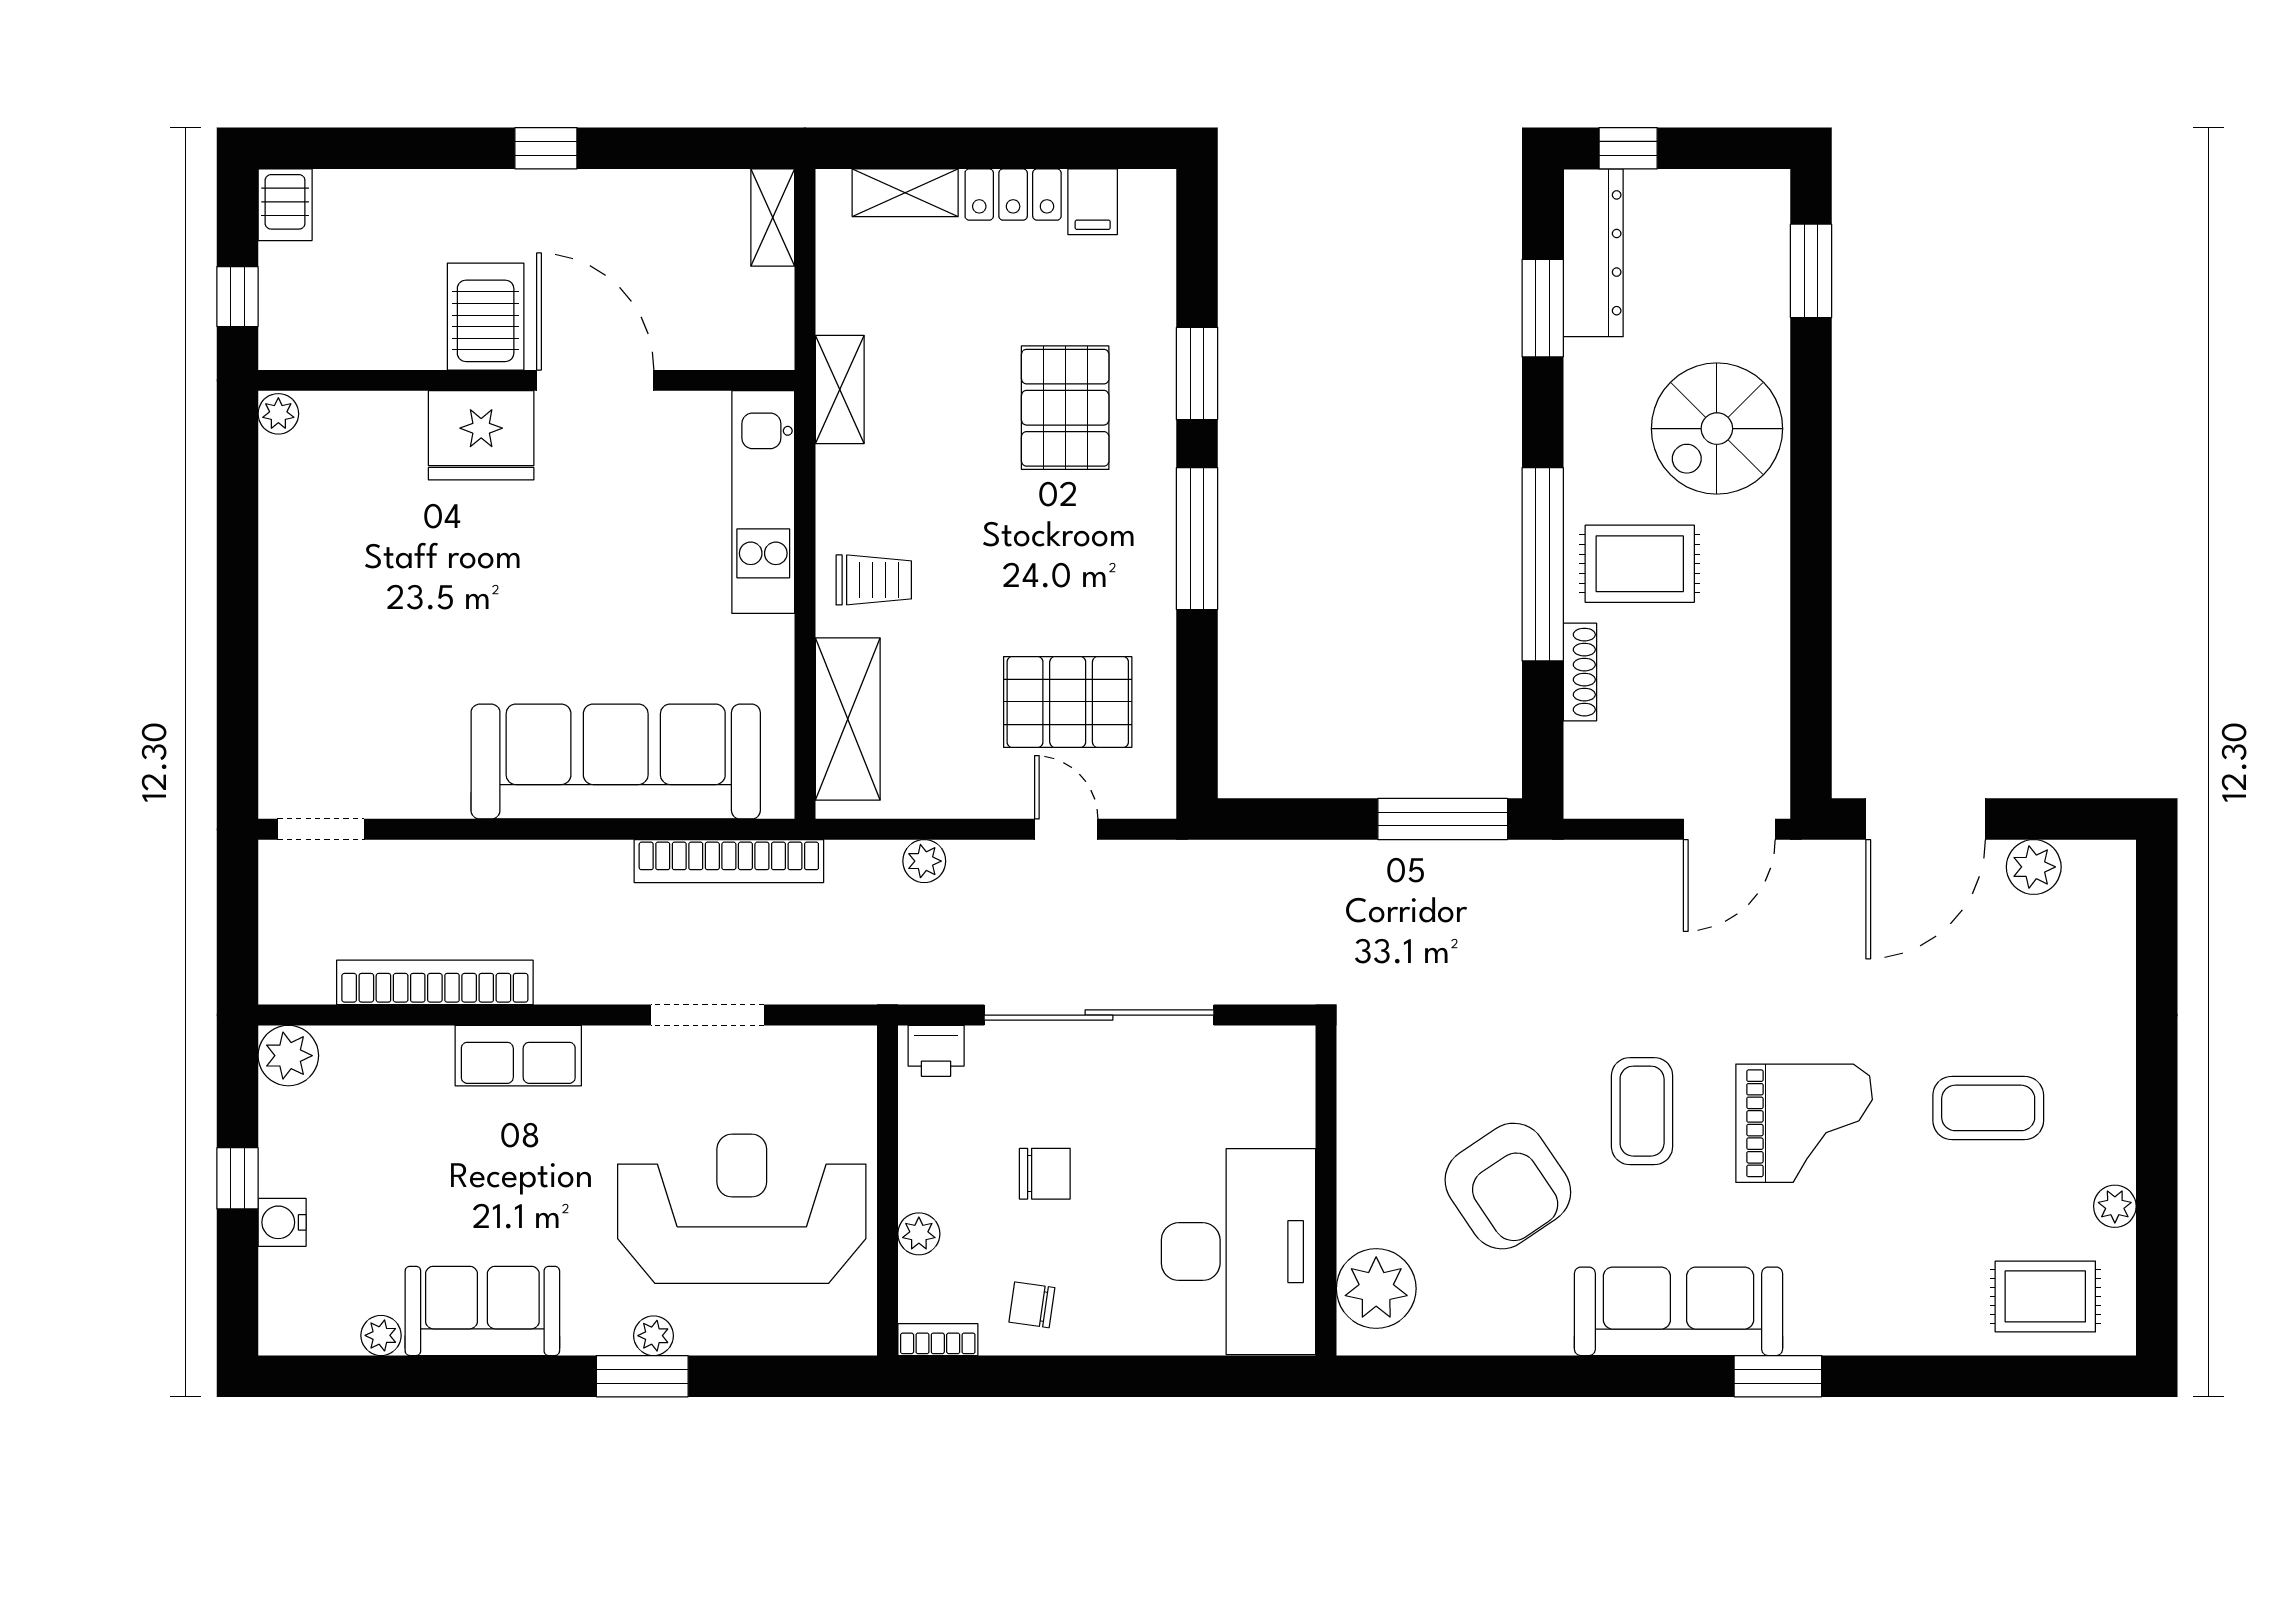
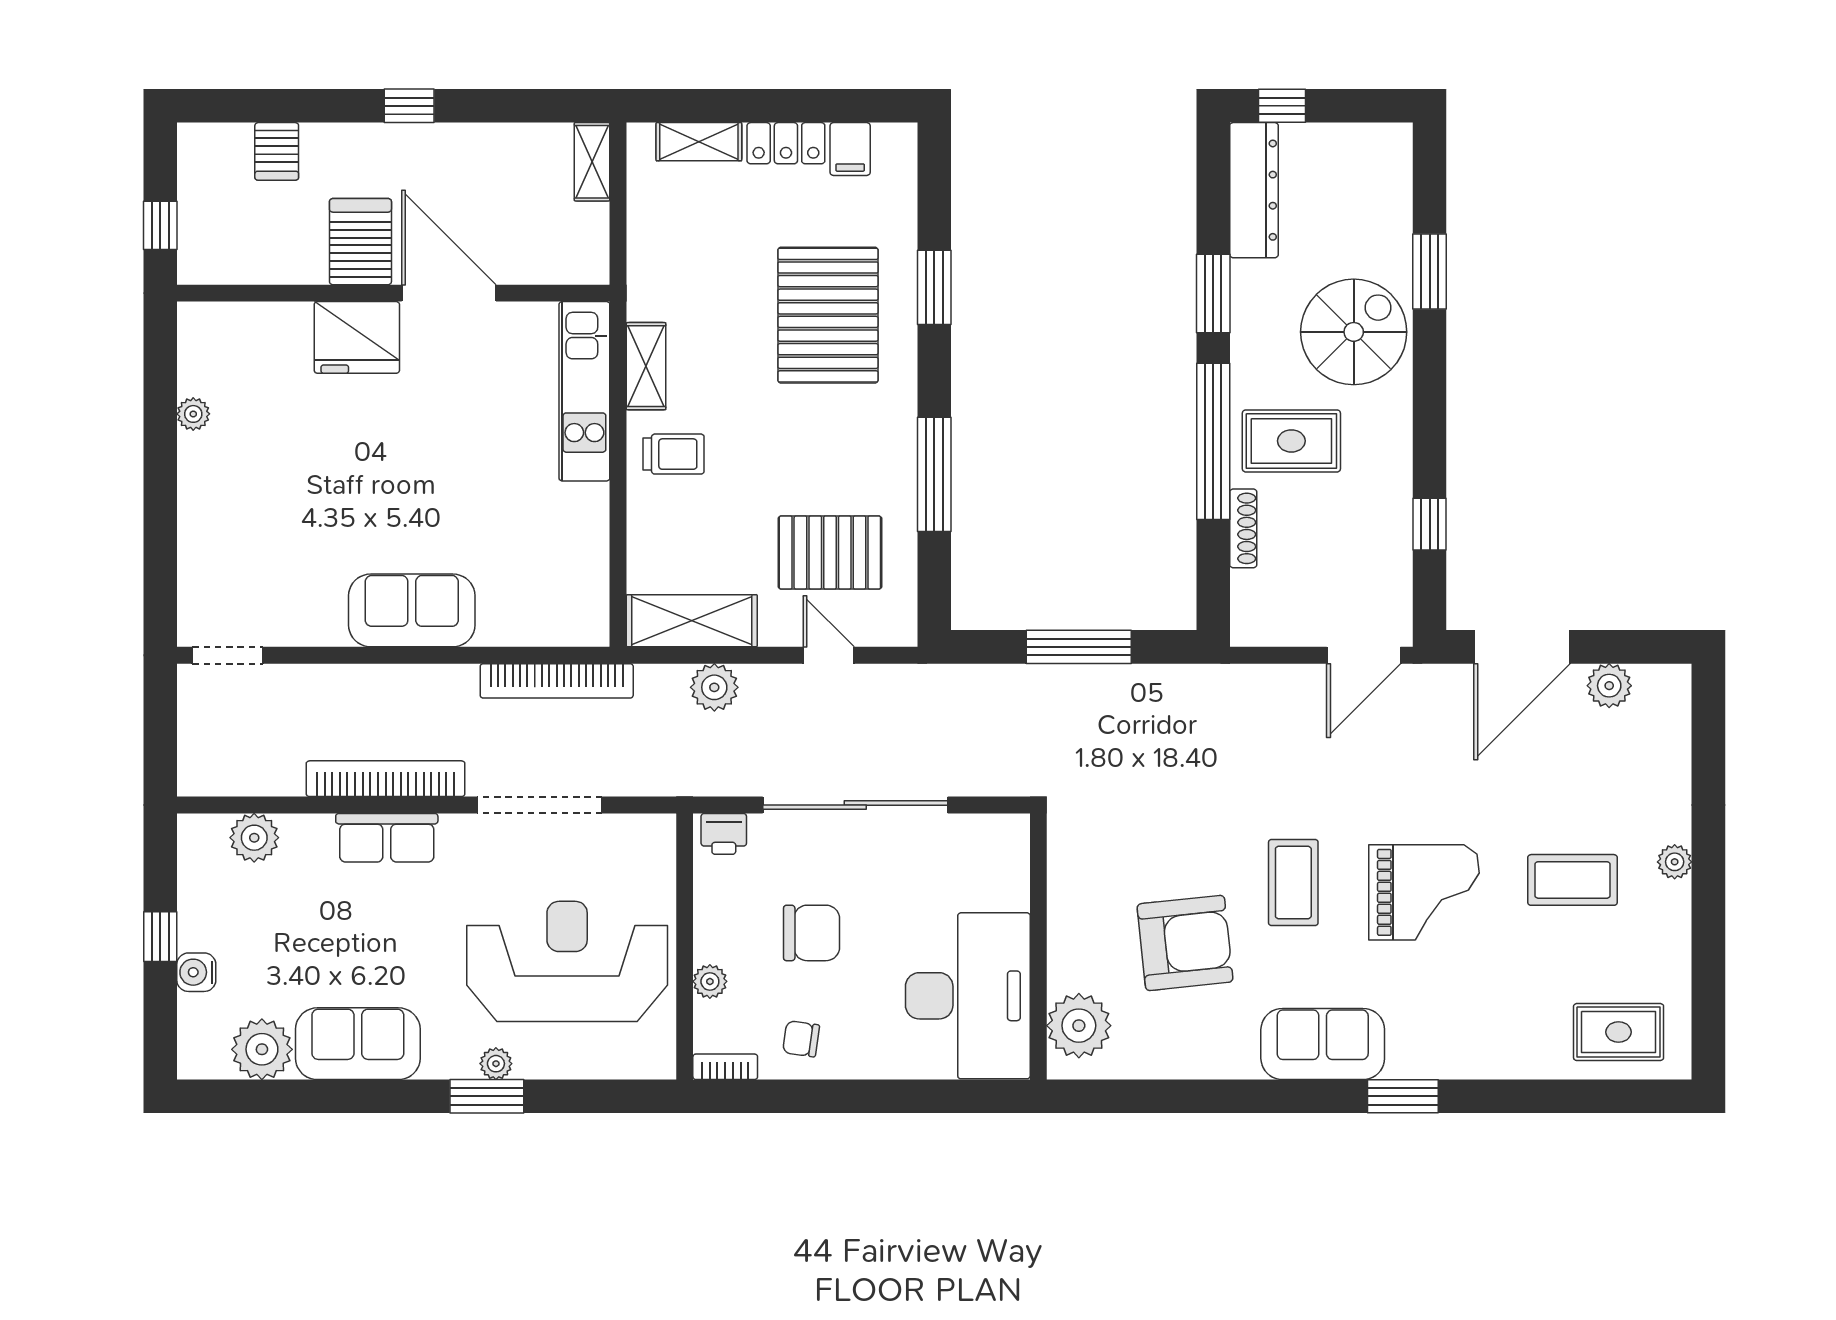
server rack: (285, 205) -> (277, 151), moved
window: (1811, 271) -> (1430, 272), moved
window: (1543, 308) -> (1213, 294), moved
shelving: (840, 389) -> (646, 366), moved
pallet: (1065, 408) -> (828, 315), width x1.37, depth x1.41
plant: (278, 414) -> (193, 414), moved
spiral stairs: (1717, 429) -> (1354, 332), turned 180
window: (1197, 539) -> (934, 474), moved
window: (1811, 667) -> (1430, 524), added
shelving: (848, 719) -> (692, 621), moved, turned 90
sofa: (616, 762) -> (412, 610), width x0.54, depth x0.79
window: (1443, 819) -> (1079, 647), moved
plant: (924, 861) -> (714, 687), width x1.38, depth x1.38
bookcase: (435, 982) -> (386, 779), moved
doorway: (708, 1015) -> (539, 805), width x1.36
plant: (288, 1056) -> (254, 838), moved
chair: (1045, 1174) -> (812, 933), width x1.37, depth x1.37
armchair: (1508, 1186) -> (1185, 943), turned -62
plant: (2115, 1206) -> (1675, 862), moved
sofa: (1678, 1311) -> (1323, 1044), width x0.73
plant: (381, 1335) -> (262, 1049), width x1.88, depth x1.88

